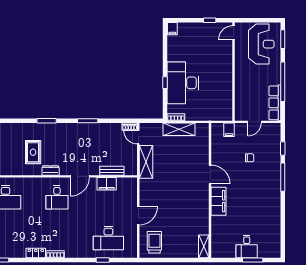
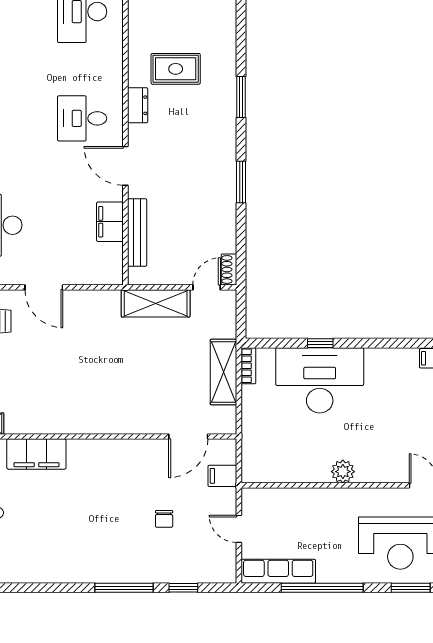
plant: (227, 72) -> (343, 472), added
bench: (112, 171) -> (137, 233), width x1.36
door: (210, 174) -> (188, 436), moved
filing cabinet: (218, 201) -> (36, 454), moved

